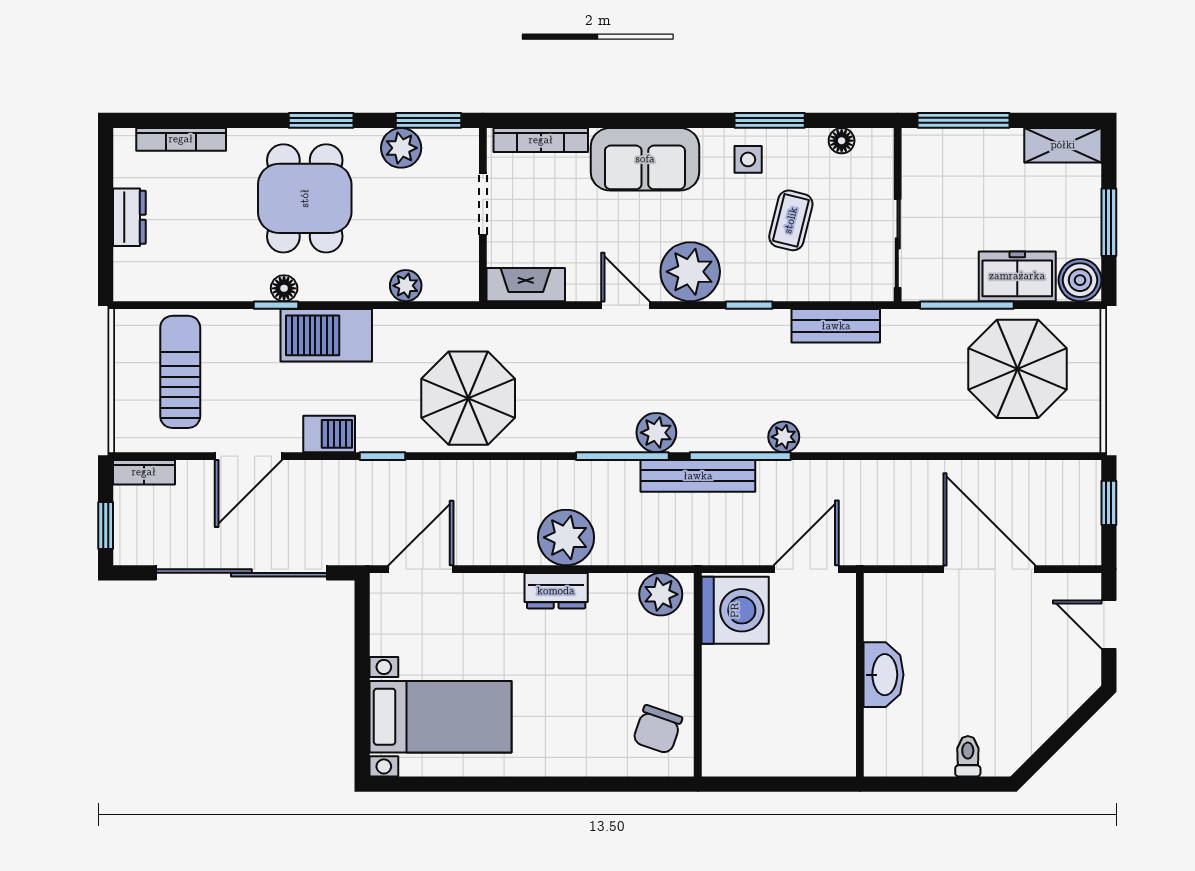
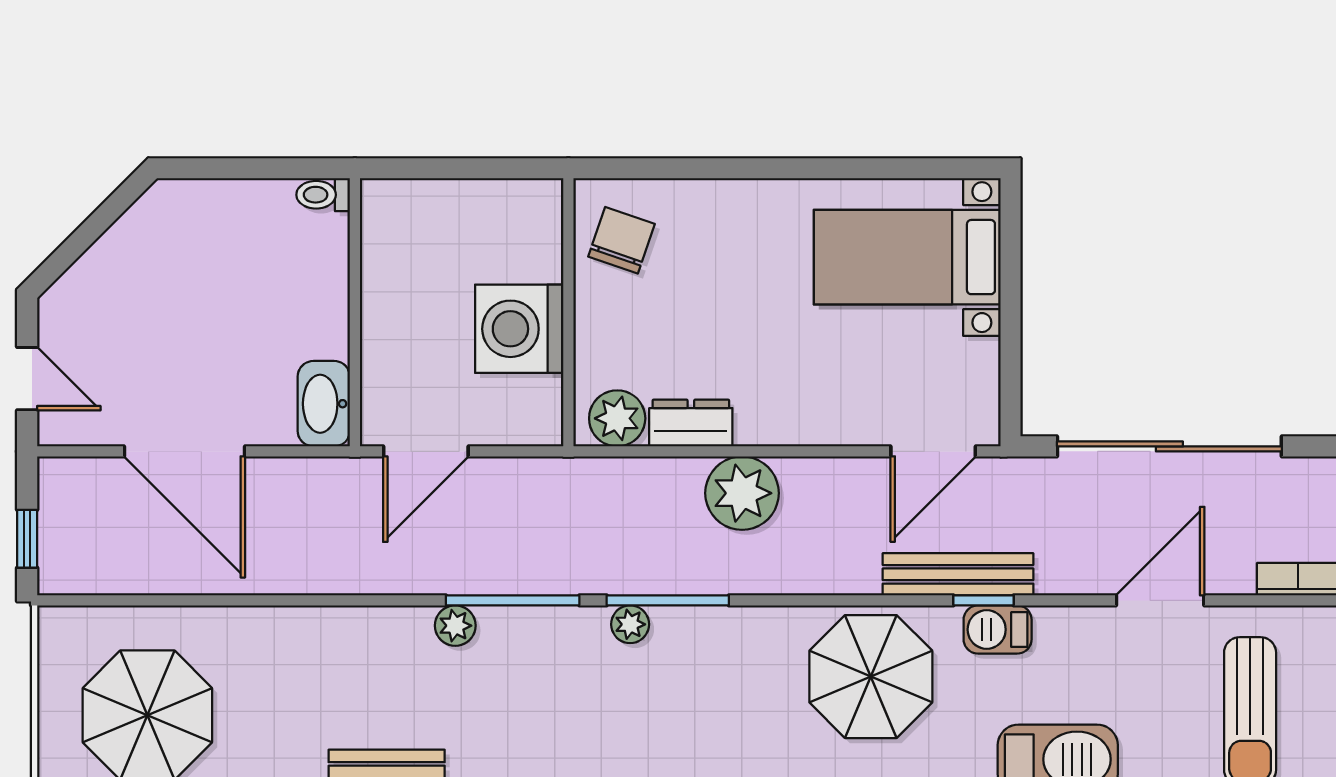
plant: (656, 433) -> (630, 624), width x0.73, depth x0.73
barbecue: (329, 434) -> (998, 630), moved
bench: (698, 476) -> (958, 574), moved
dresser: (556, 591) -> (691, 423), moved
washing machine: (735, 610) -> (519, 329), moved
washbasin: (884, 675) -> (324, 404), moved
toilet: (968, 756) -> (323, 195), moved, turned 90

